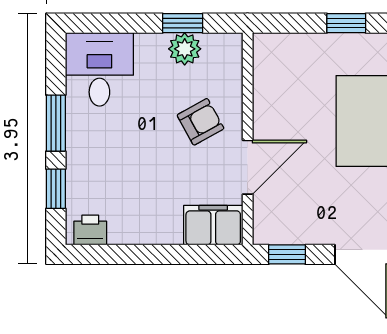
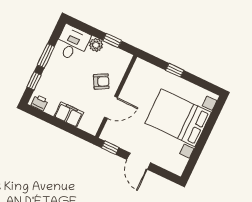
plant: (185, 49) -> (96, 45), moved
filing cabinet: (213, 225) -> (69, 114), moved

